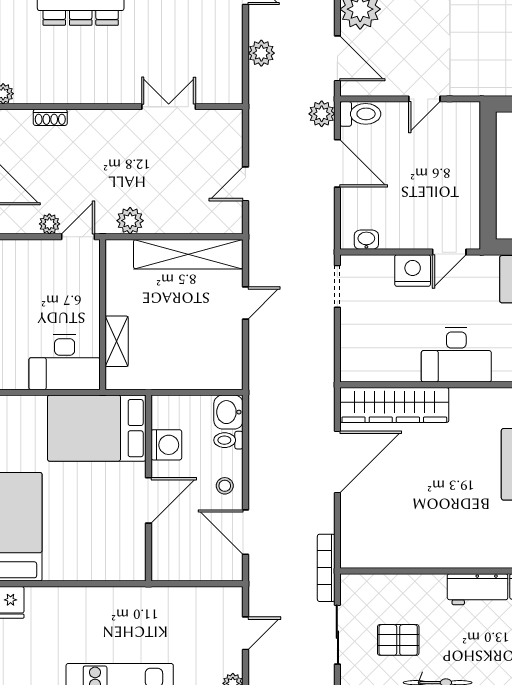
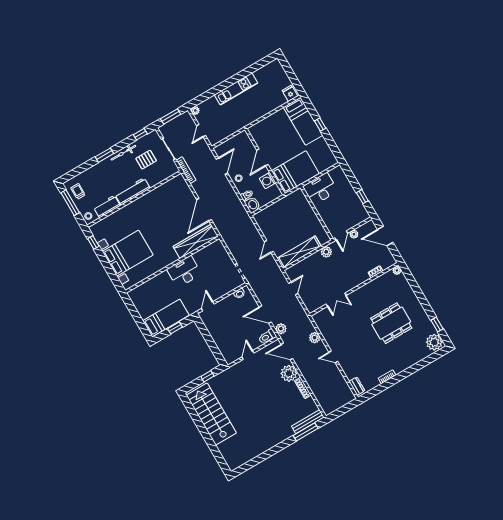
nightstand: (413, 271) -> (217, 292), removed
shelving: (117, 341) -> (306, 207), removed
door: (245, 532) -> (222, 166), hinge flipped
workbench: (478, 589) -> (133, 191), width x1.38

